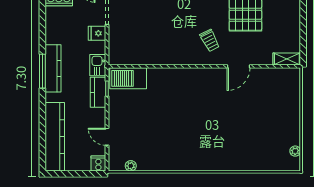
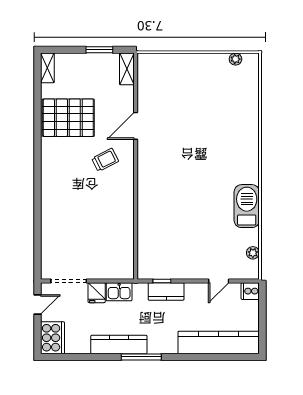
window: (303, 36) -> (99, 50), added
kitchen sink: (98, 65) -> (119, 292), moved
door: (239, 66) -> (136, 126), swing flipped
kitchen counter: (53, 68) -> (119, 344), moved
barbecue: (128, 78) -> (247, 206), moved, turned 180

